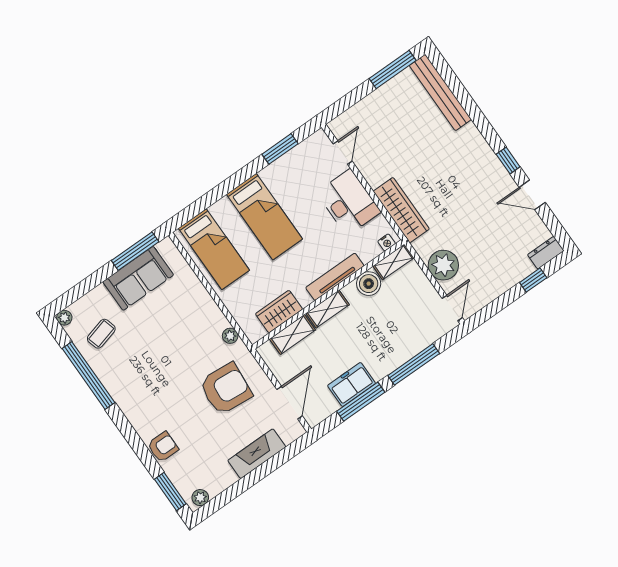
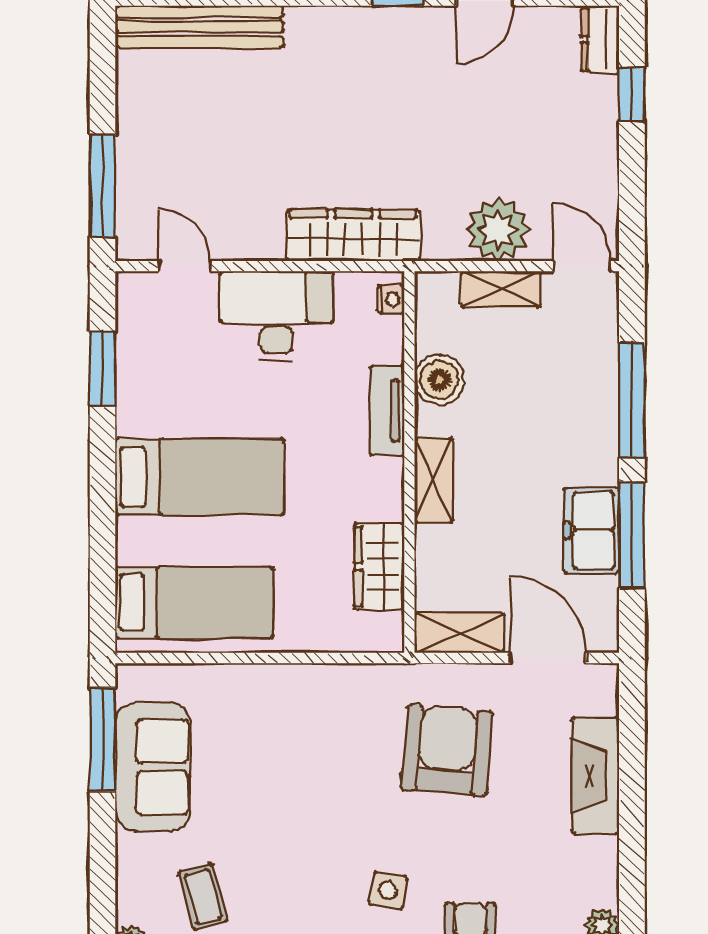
window: (393, 70) -> (103, 186), moved
shelving: (393, 262) -> (501, 289), moved, turned 90
tv unit: (335, 277) -> (387, 411), width x0.71
shelving: (292, 334) -> (459, 633), moved, turned 90
plant: (230, 336) -> (362, 679), removed
side table: (155, 404) -> (388, 890), added

